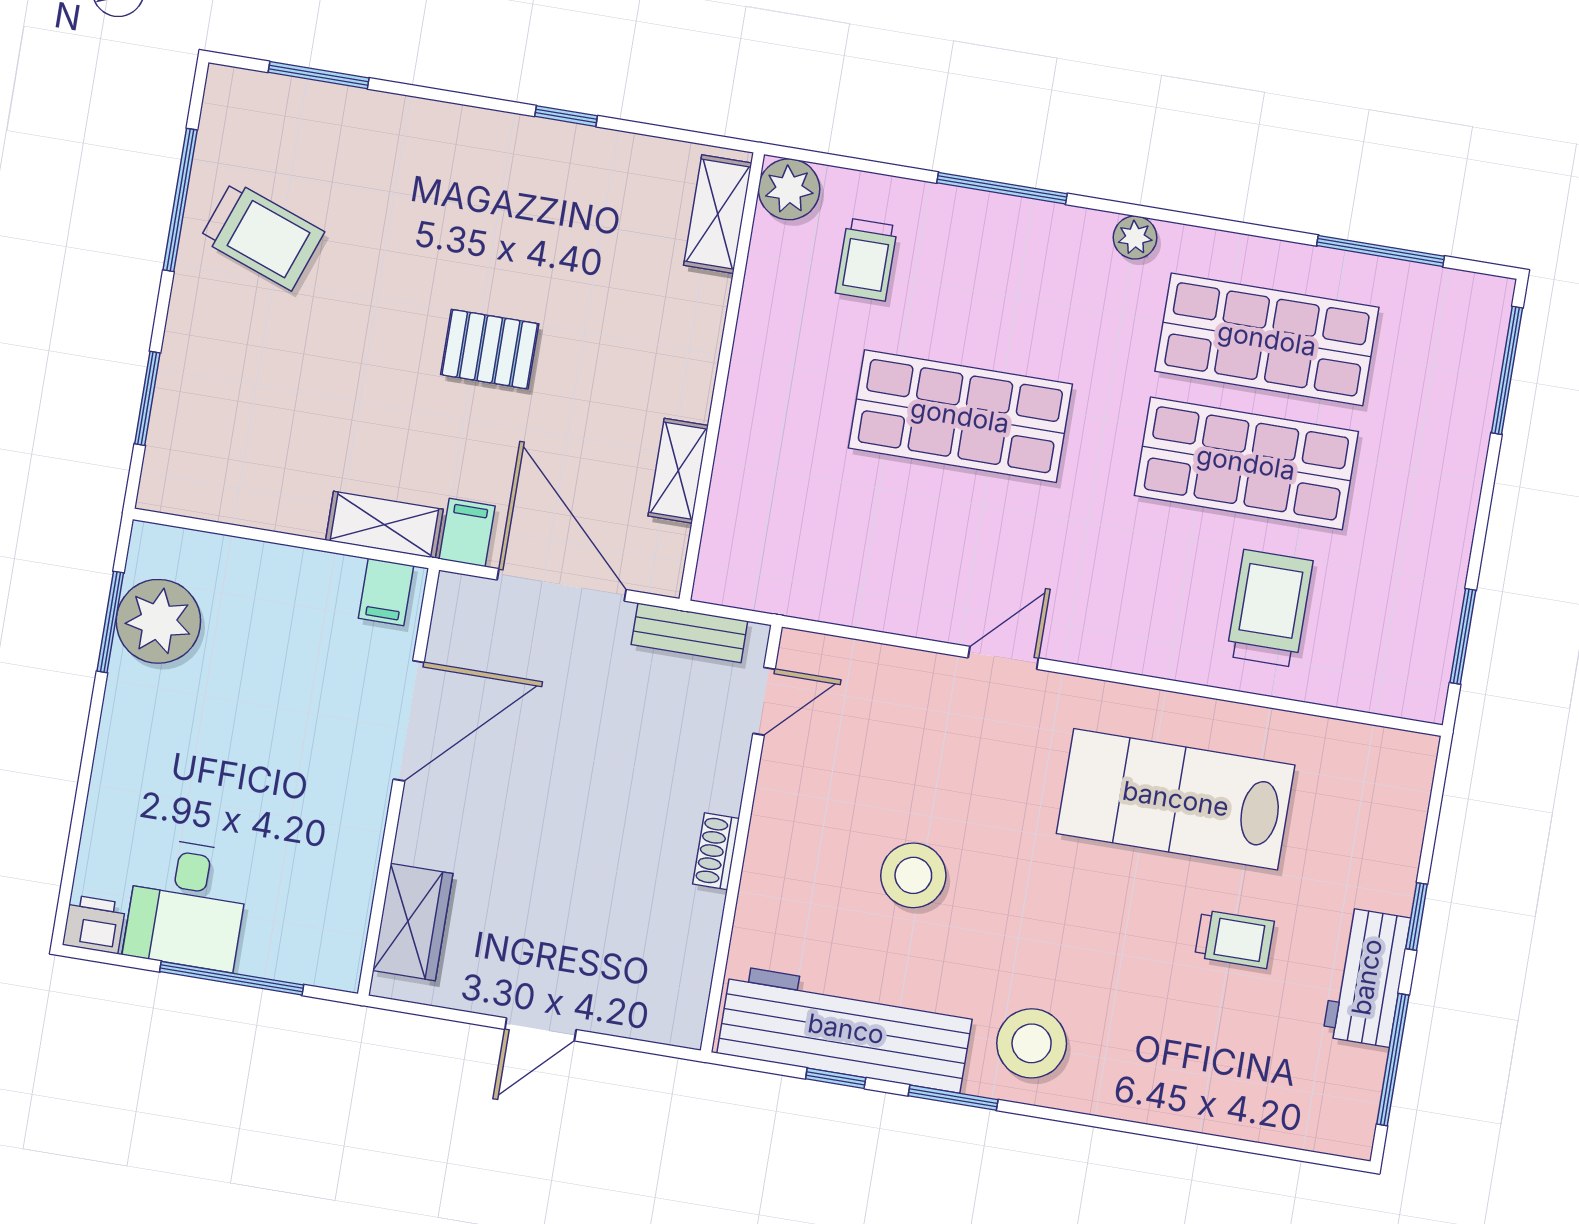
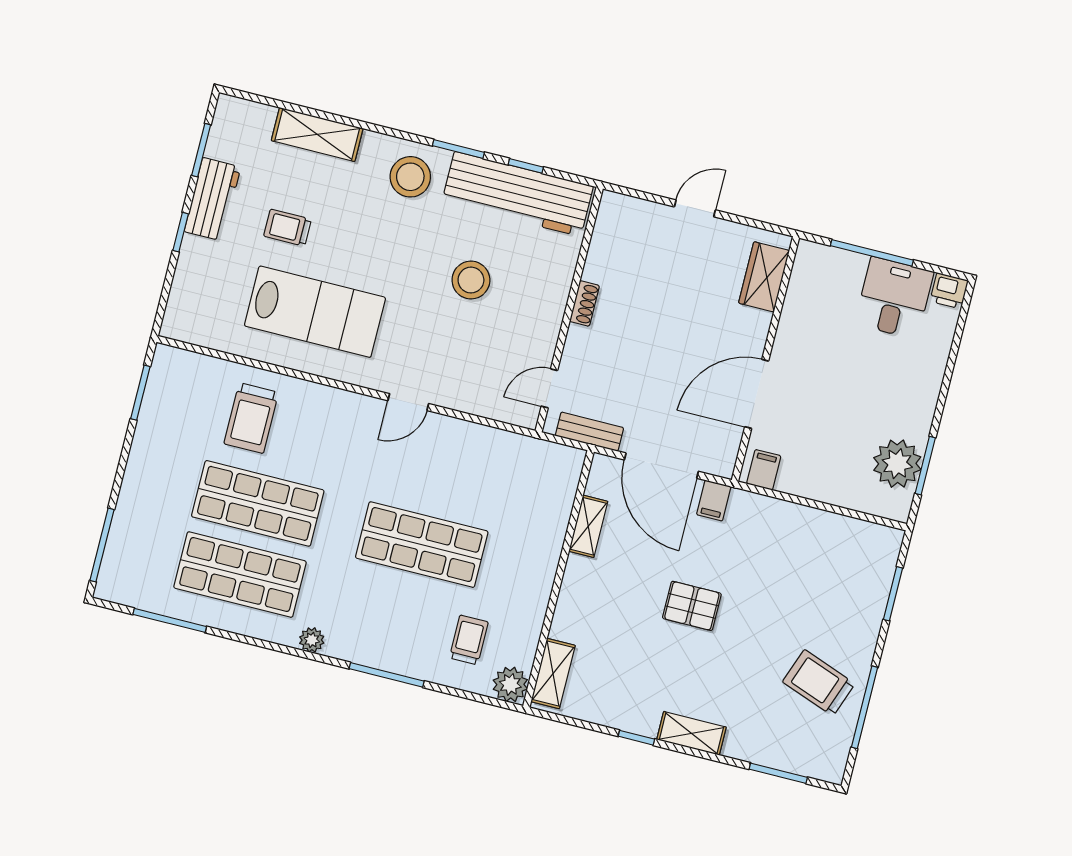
shelving: (384, 525) -> (691, 733), moved
window: (1393, 1060) -> (201, 150), width x0.69
shelving: (1197, 1103) -> (317, 134), added

